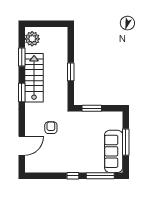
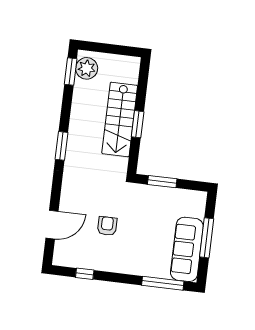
window: (22, 57) -> (71, 72), moved
stairs: (34, 78) -> (120, 119), moved, turned 180
armchair: (51, 128) -> (107, 226), moved
window: (73, 176) -> (85, 274), moved

